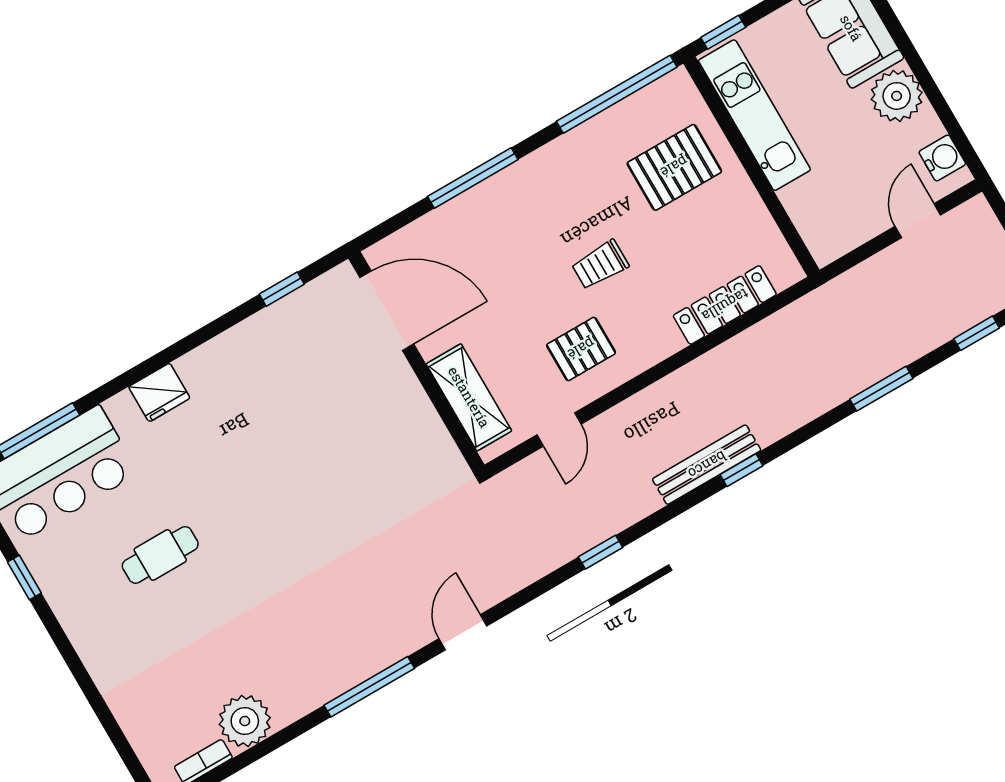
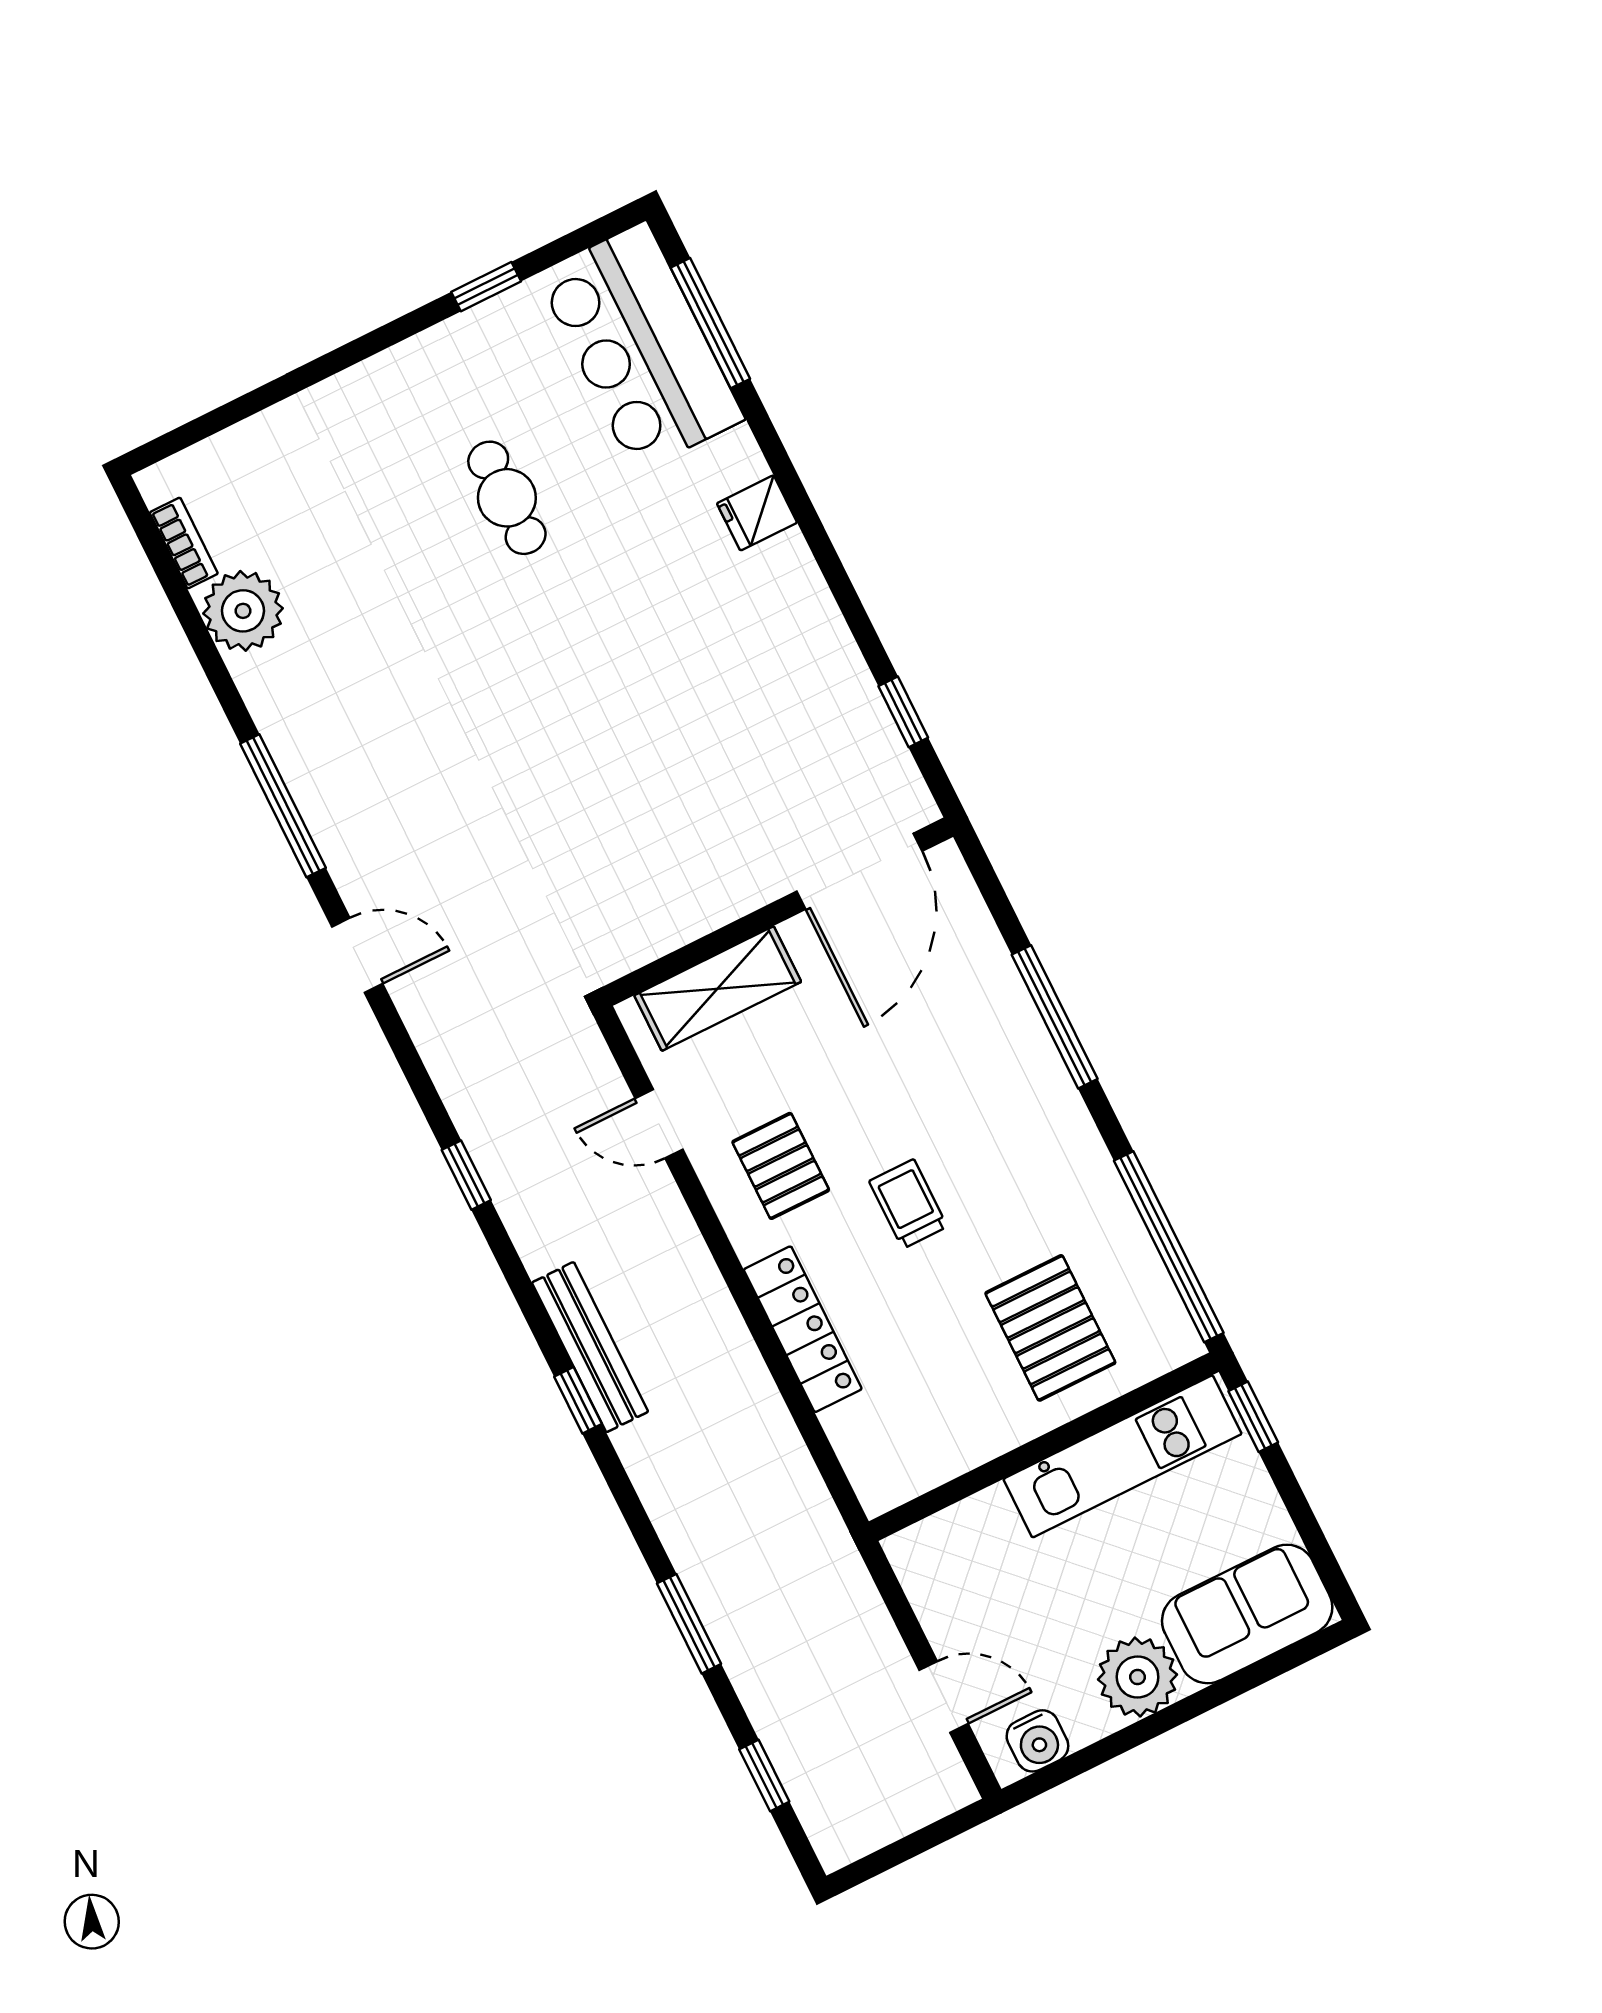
locker: (725, 305) -> (803, 1329), moved
fridge: (159, 392) -> (757, 513), width x0.72

